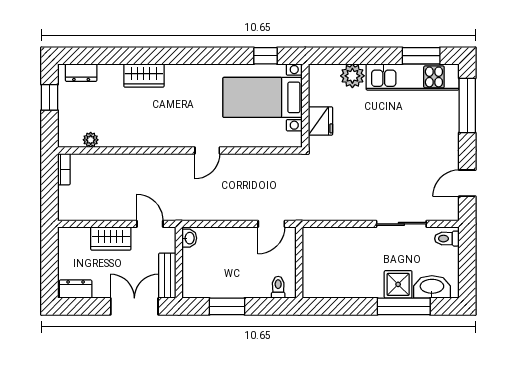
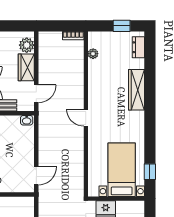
wardrobe: (144, 76) -> (136, 90), width x1.50
door: (207, 150) -> (86, 118), moved
door: (271, 224) -> (36, 176), swing flipped
plant: (78, 238) -> (27, 45), added

